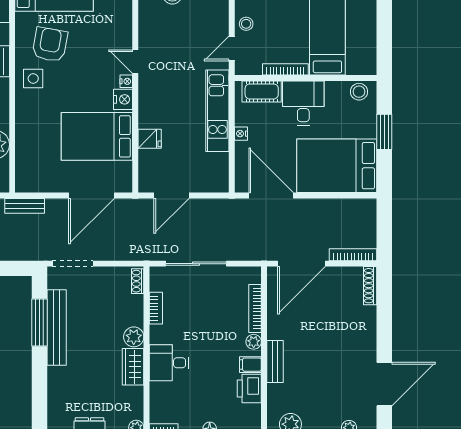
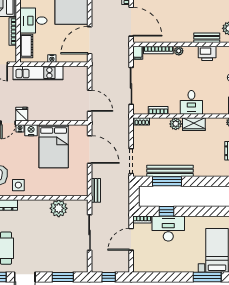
fridge: (150, 139) -> (22, 114), moved
bench: (275, 362) -> (207, 38), moved
filing cabinet: (250, 365) -> (138, 53), moved

